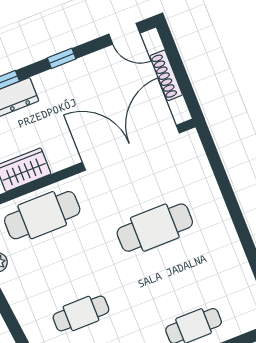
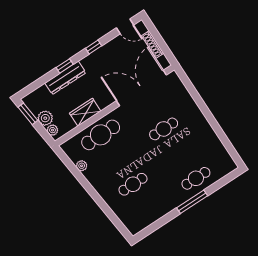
cafe table: (155, 228) -> (164, 129), width x0.73, depth x0.74

